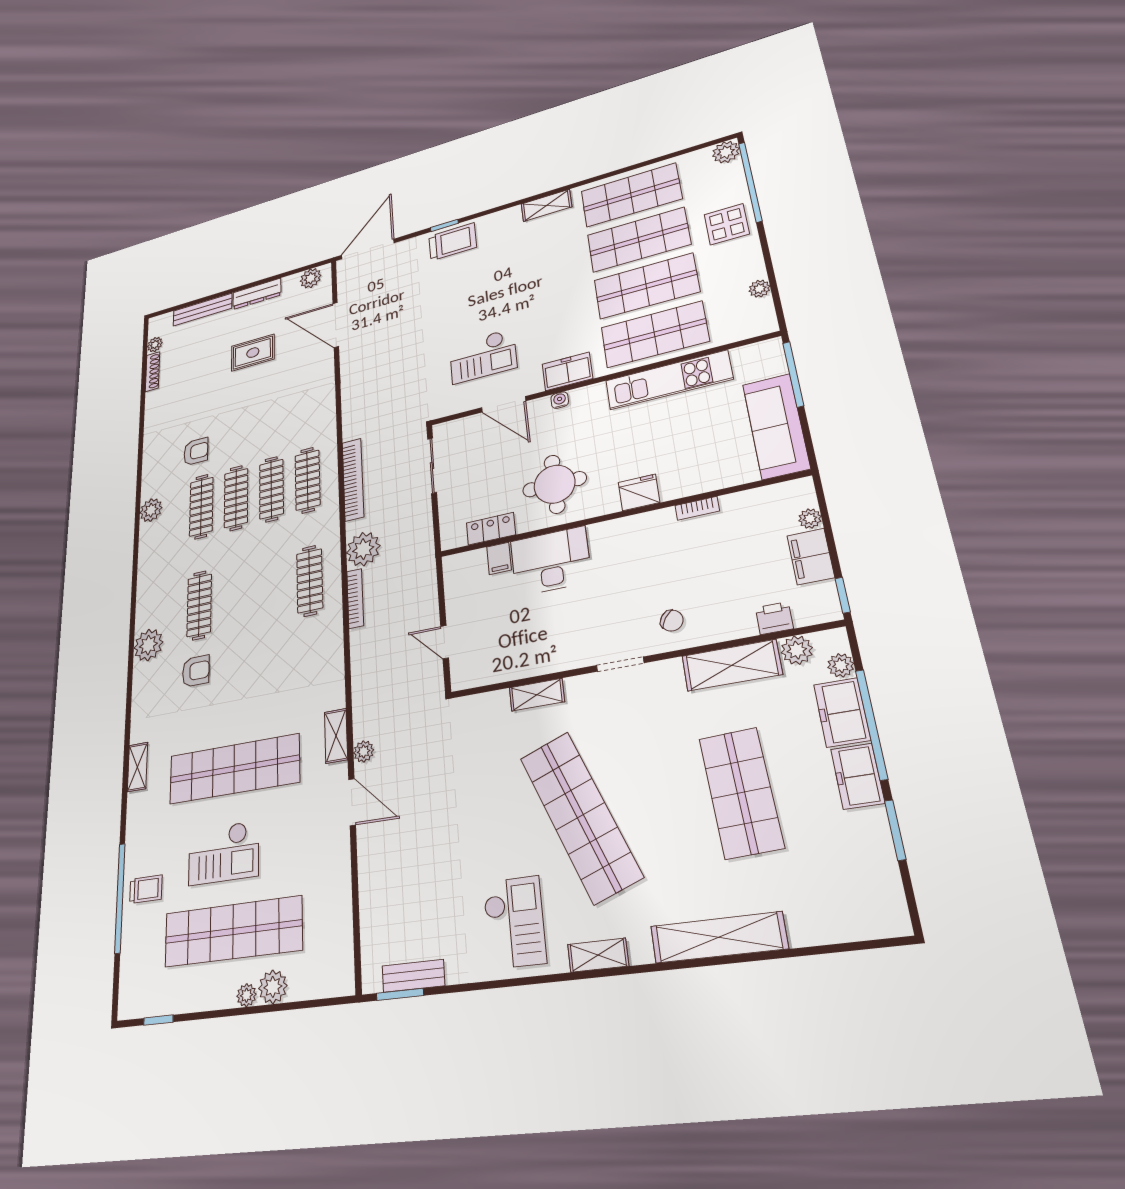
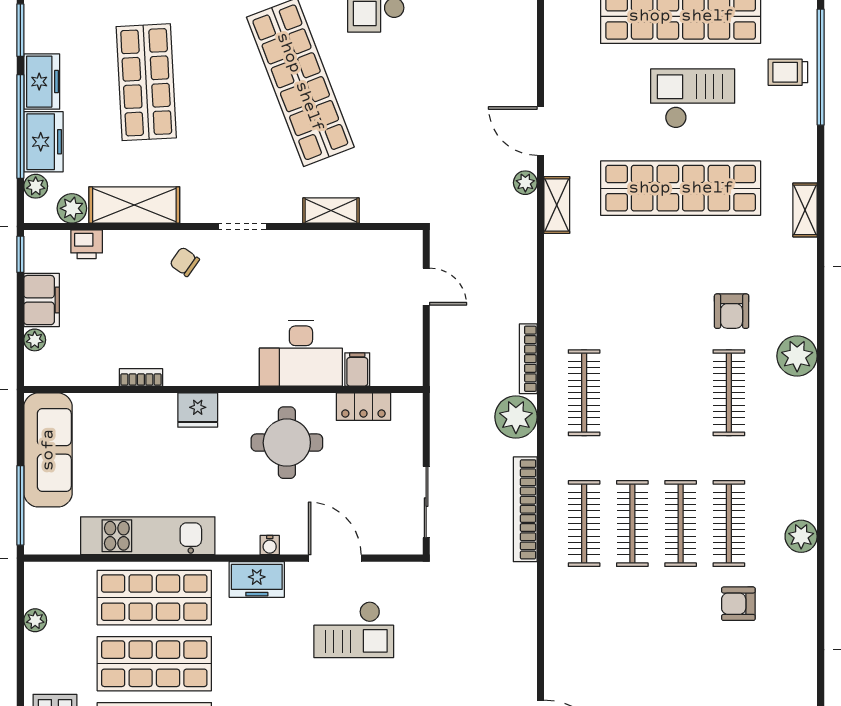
checkout: (483, 356) -> (354, 630), turned 180
armchair: (196, 671) -> (732, 311), turned -90

